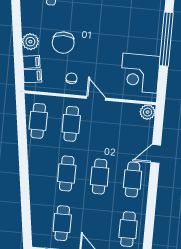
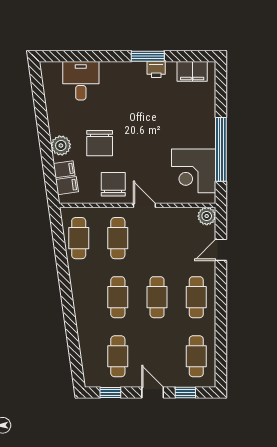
window: (166, 39) -> (221, 149), moved
chair: (71, 78) -> (113, 184), width x1.87, depth x1.87
door: (156, 154) -> (221, 250), moved

